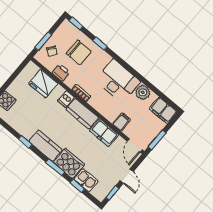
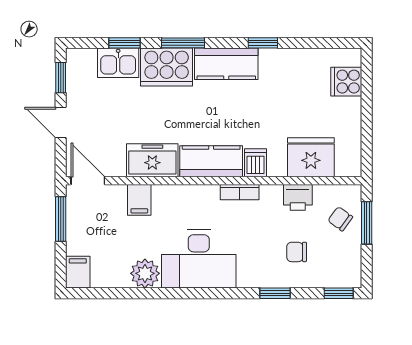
chair: (79, 52) -> (297, 252), width x0.54, depth x0.54
filing cabinet: (163, 110) -> (78, 272), width x0.50

